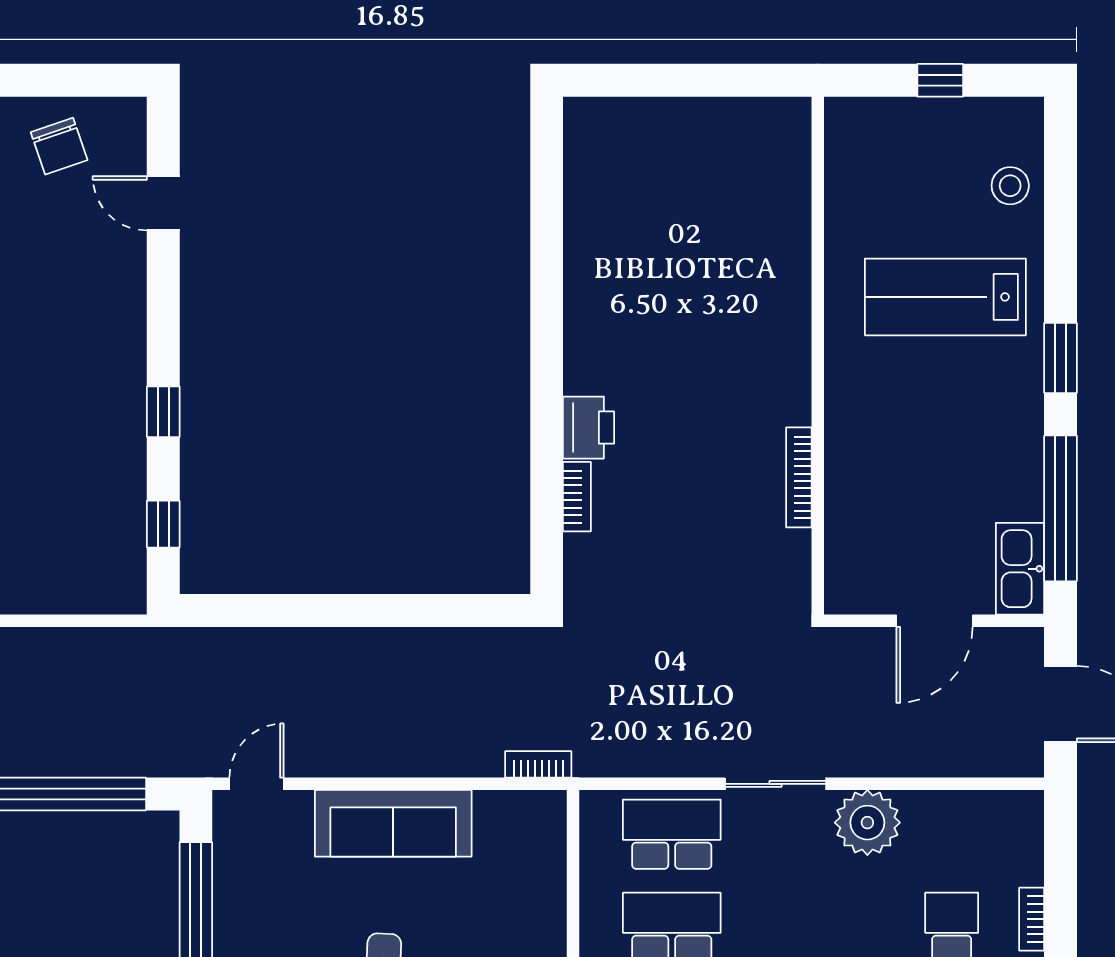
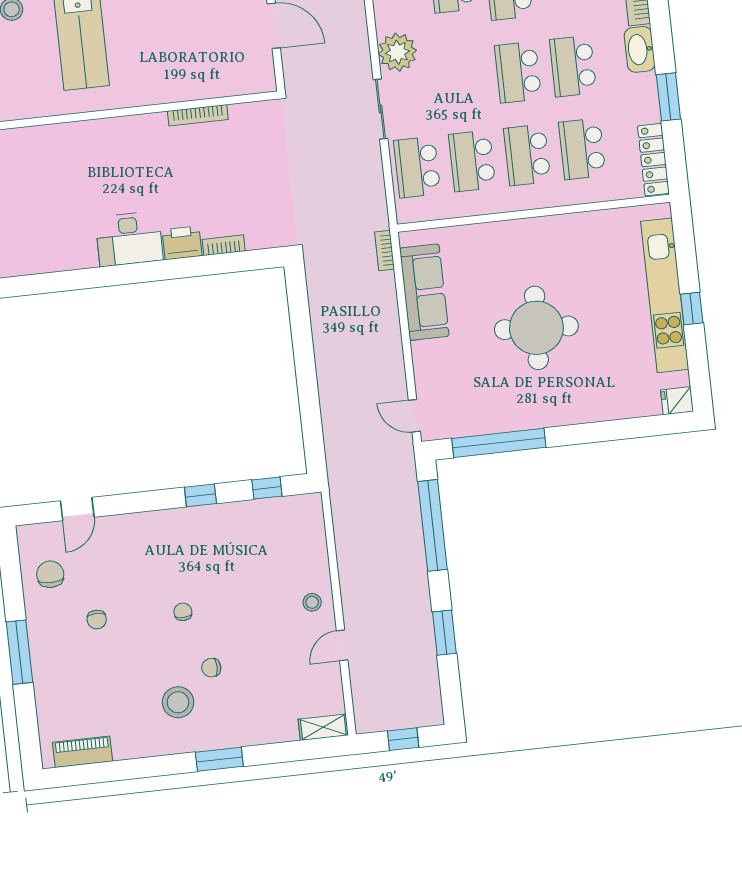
chair: (59, 146) -> (50, 574), turned -71
desk: (605, 340) -> (129, 239), added
sofa: (393, 823) -> (424, 292), moved

